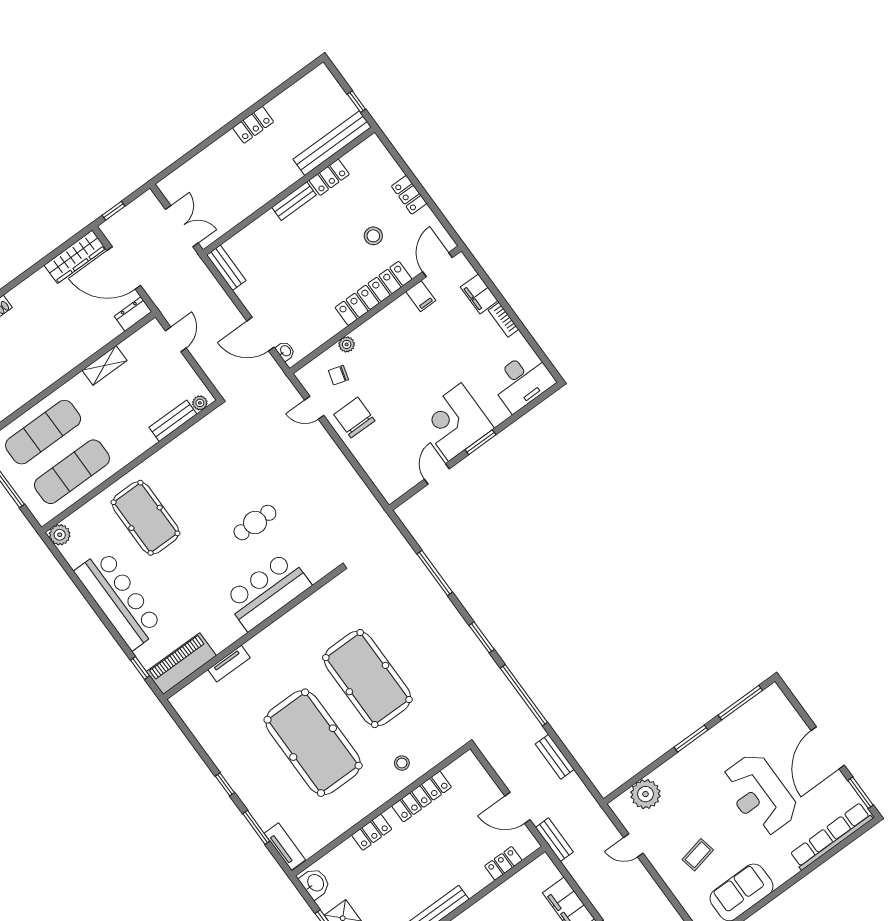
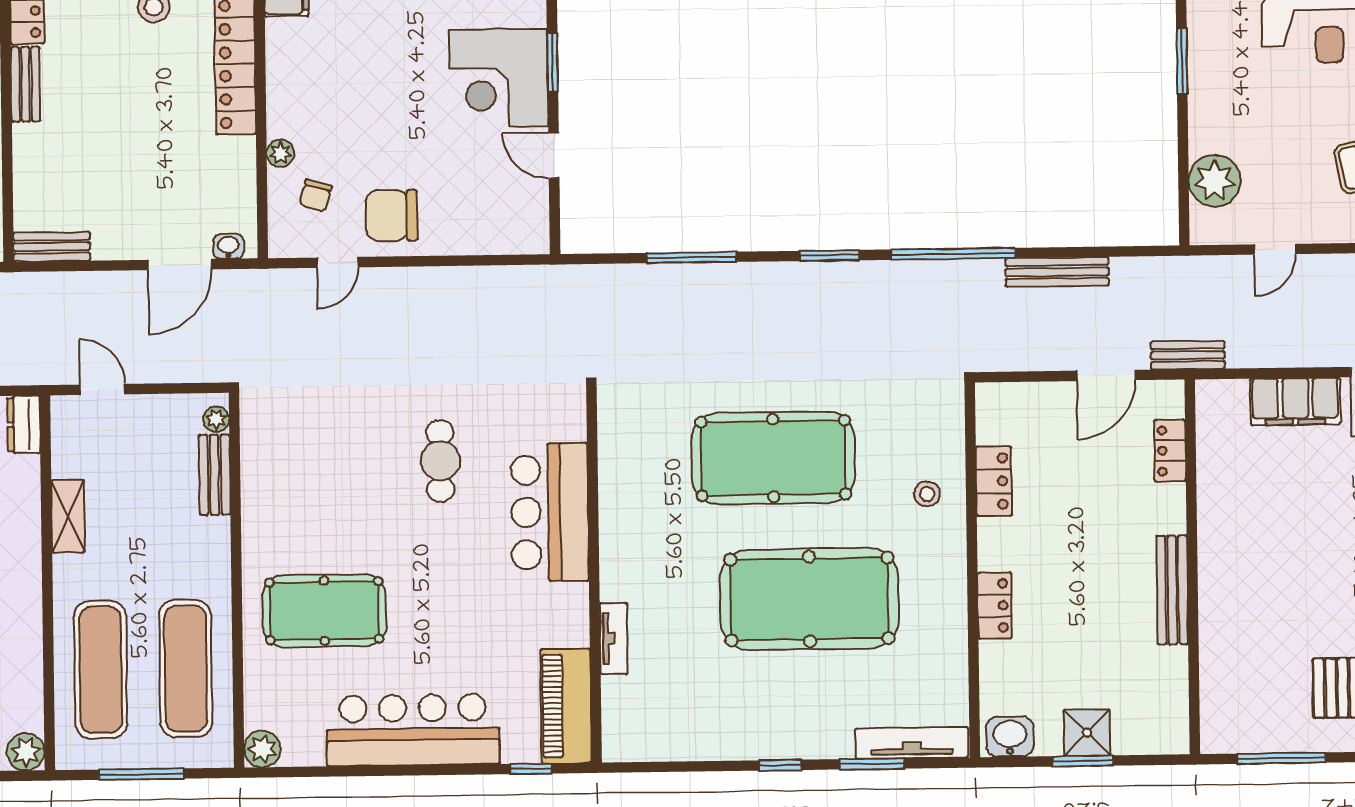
bench: (555, 757) -> (1057, 272), width x1.36
locker: (422, 797) -> (994, 481), width x0.66
tv unit: (285, 847) -> (912, 743), width x1.41

